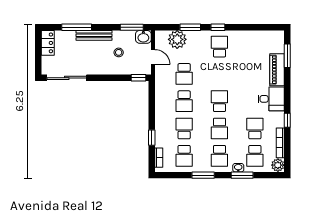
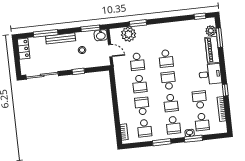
window: (218, 27) -> (200, 16), moved
school desk: (219, 47) -> (166, 58), moved, turned 180
window: (138, 78) -> (78, 71), moved
window: (152, 138) -> (117, 116), removed
plant: (278, 165) -> (211, 31), moved

